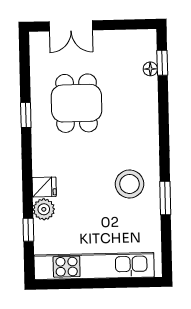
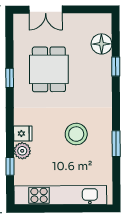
window: (162, 63) -> (116, 67), moved
floor lamp: (150, 69) -> (101, 44), width x1.89, depth x1.89
stool: (129, 184) -> (76, 134), moved

